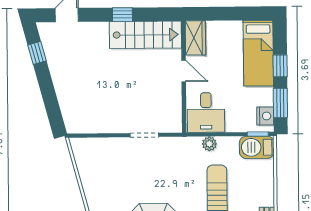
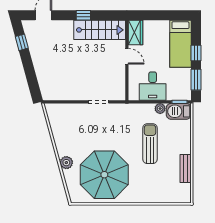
desk: (206, 112) -> (153, 86), moved
nightstand: (265, 116) -> (185, 89), removed
plant: (209, 144) -> (160, 109), moved

